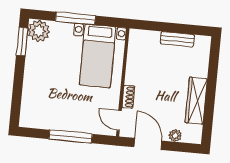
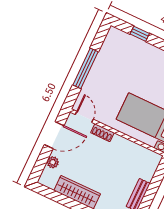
window: (17, 95) -> (140, 34), added
door: (119, 120) -> (84, 117), hinge flipped

